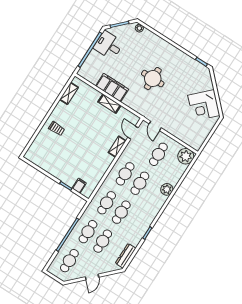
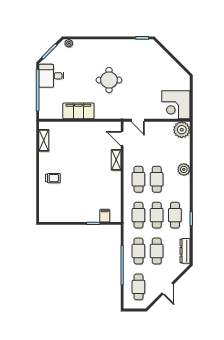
shelving: (109, 104) -> (85, 127), removed
corner desk: (204, 105) -> (176, 105), moved, turned 45
cafe table: (158, 154) -> (175, 215), moved

